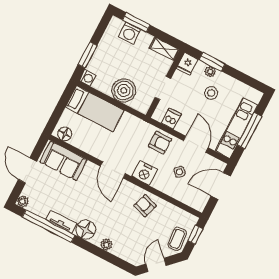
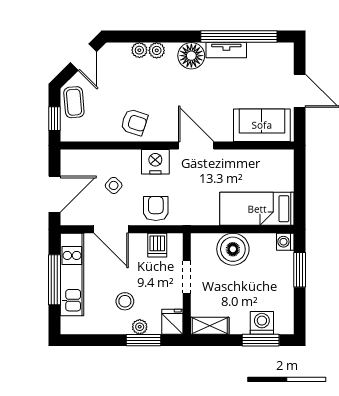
floor lamp: (65, 134) -> (277, 159), removed
armchair: (160, 143) -> (156, 208), turned 90
plant: (23, 201) -> (139, 50), moved

